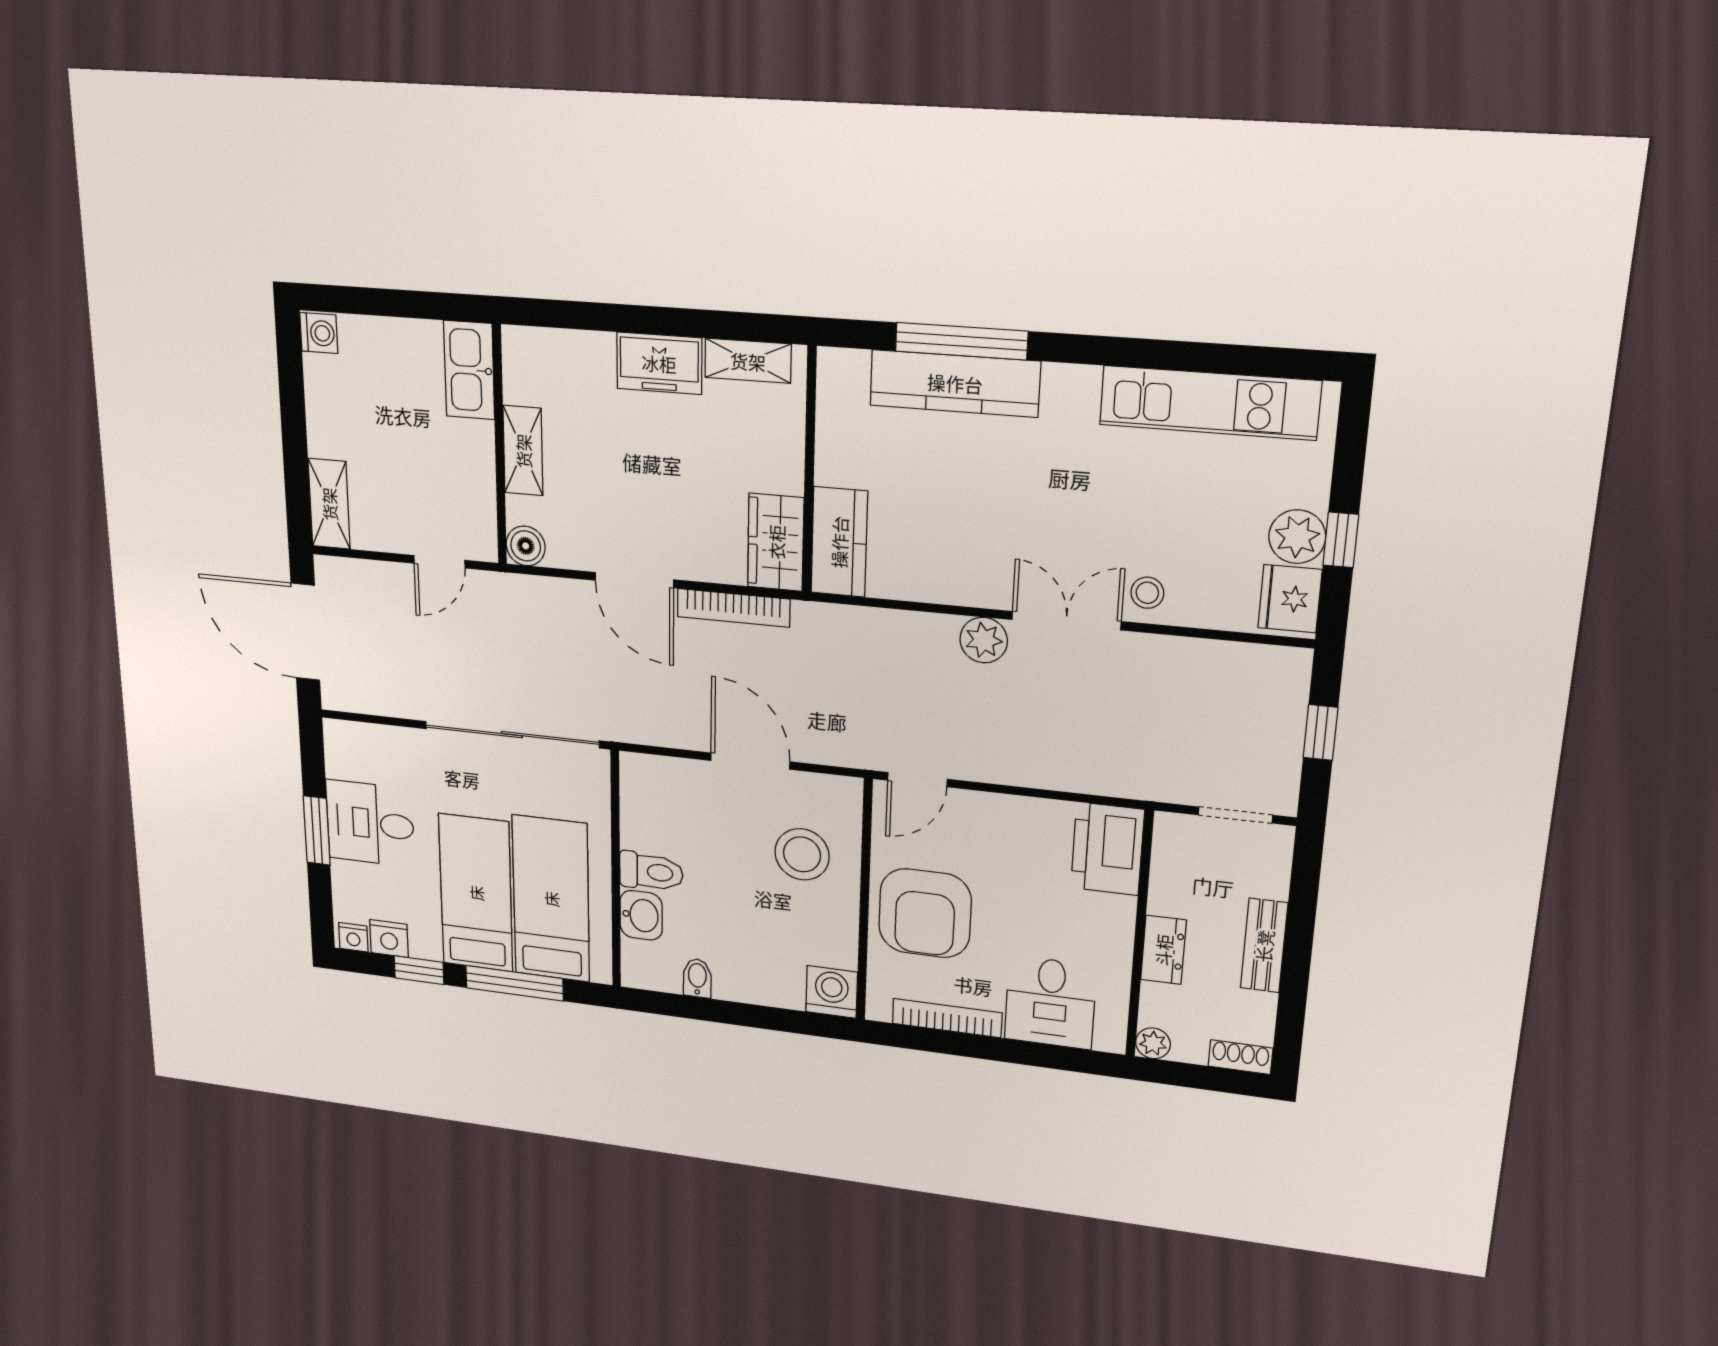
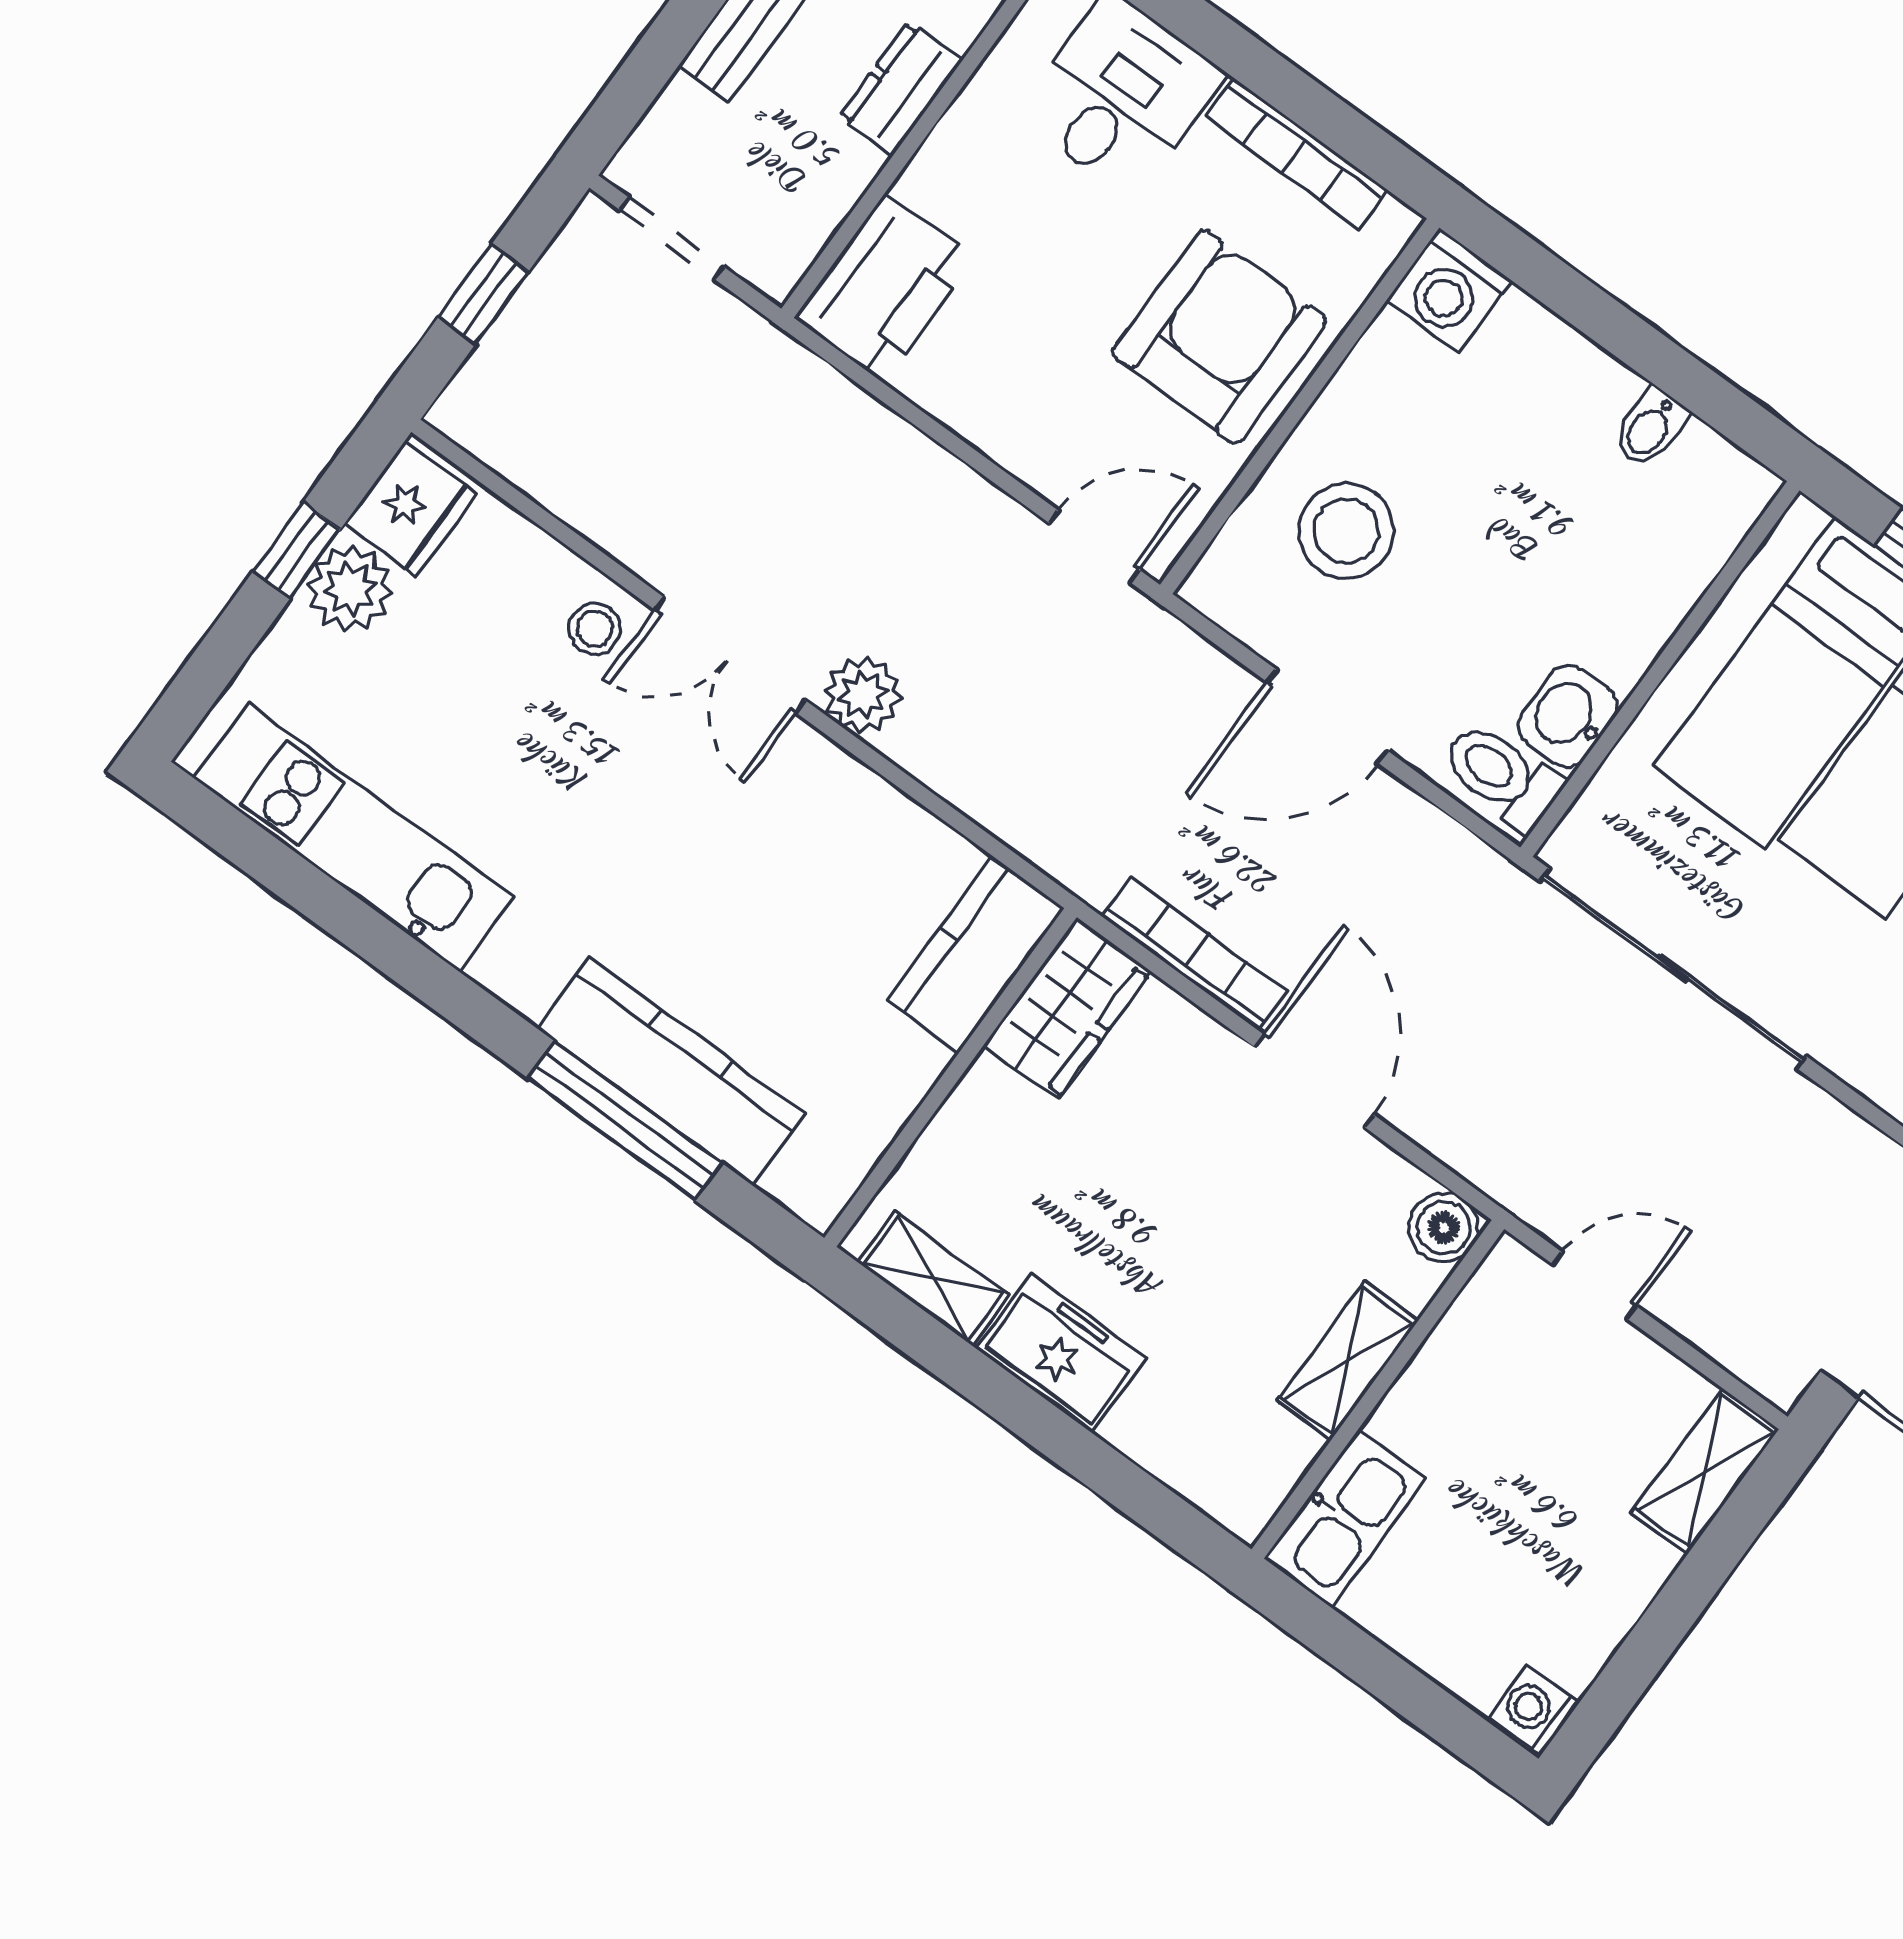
door: (750, 761) -> (1327, 716), hinge flipped
toilet: (651, 872) -> (1502, 775), moved
washbasin: (641, 915) -> (1568, 716), moved

